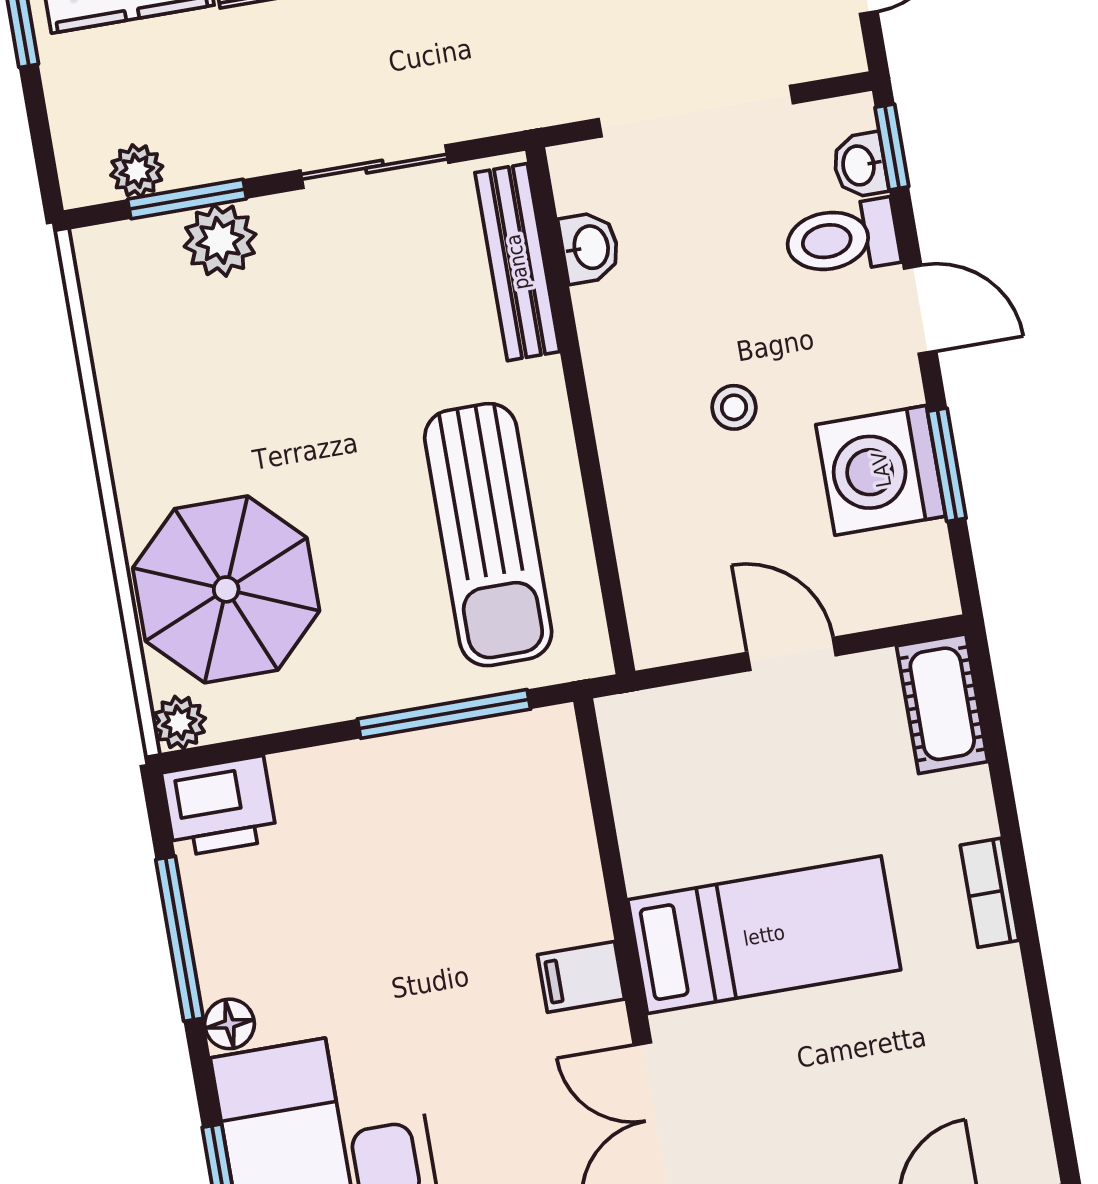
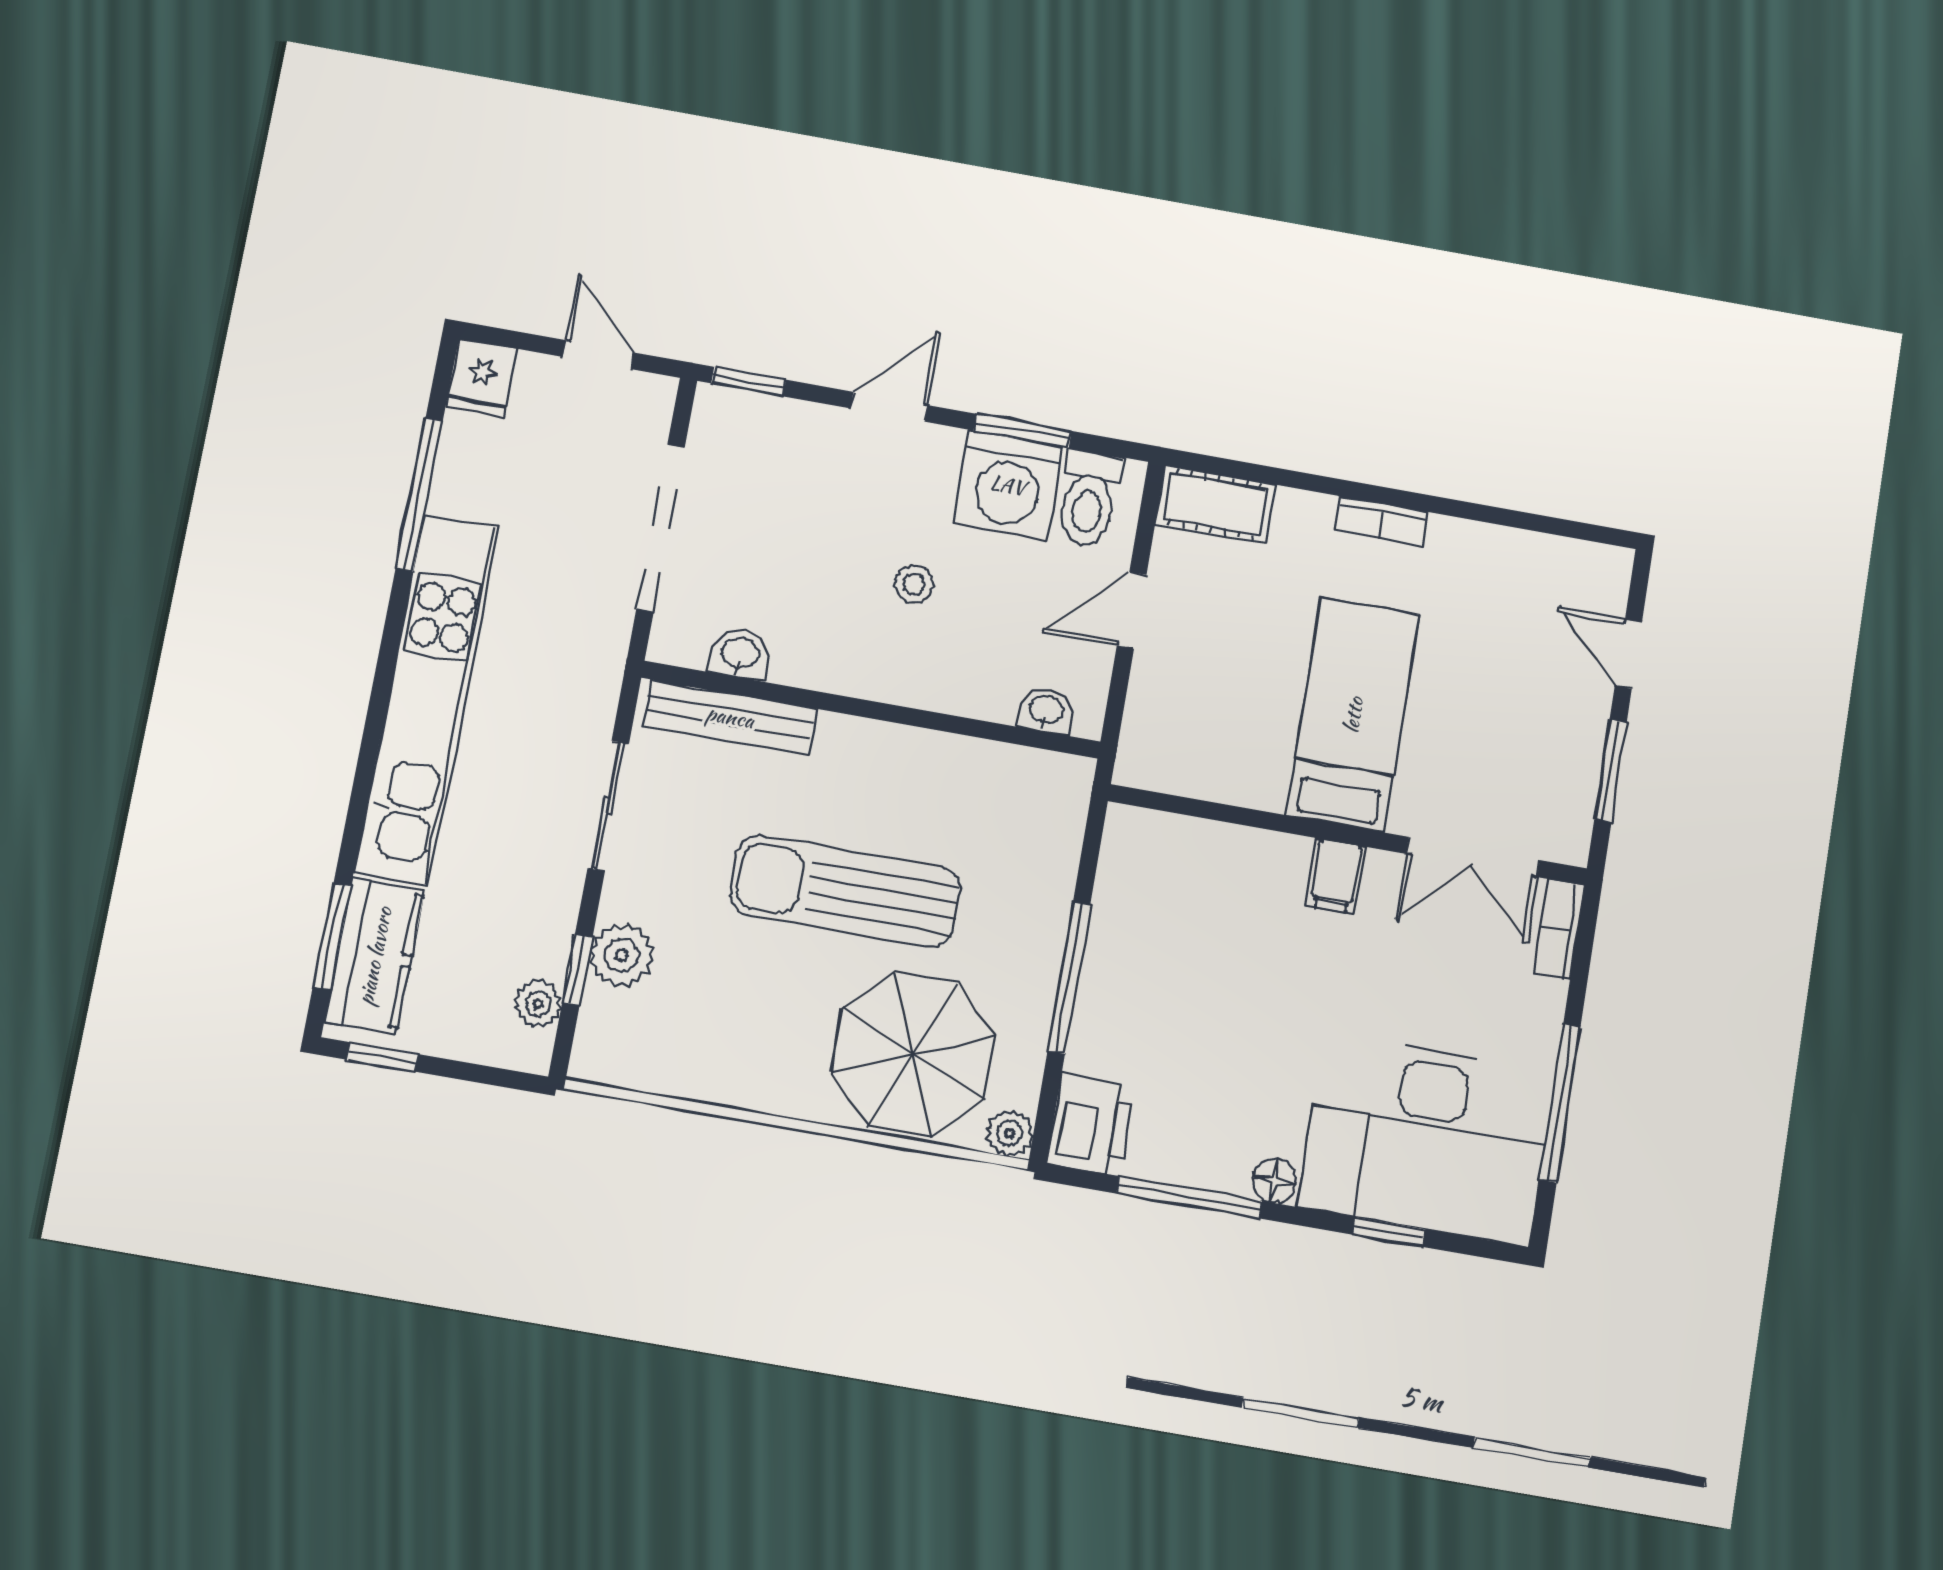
washbasin: (860, 165) -> (1046, 710), moved, turned 180
window: (187, 199) -> (577, 970), width x0.67
toilet: (842, 238) -> (1089, 498), moved
sun lounger: (488, 535) -> (845, 891), moved, turned 180
window: (444, 714) -> (1069, 978), moved

